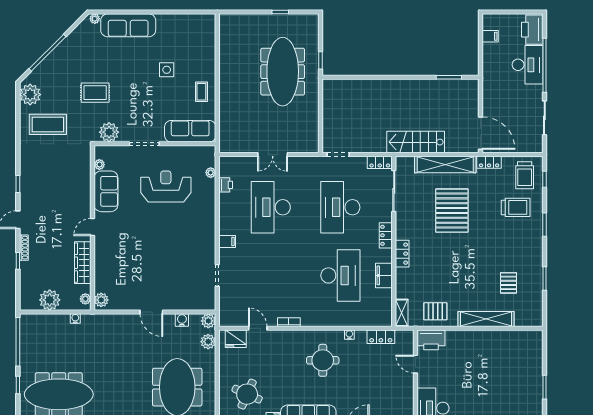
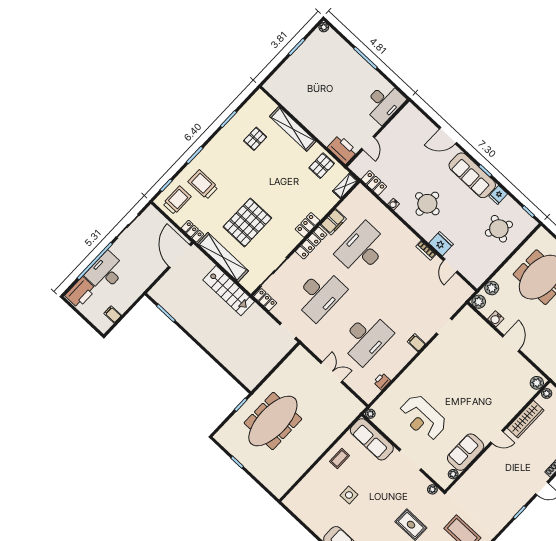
plant: (109, 132) -> (432, 489), width x0.53, depth x0.53
plant: (211, 173) -> (370, 414), moved
locker: (386, 235) -> (311, 243), width x1.53
pallet: (435, 311) -> (322, 166), turned 90
fridge: (236, 339) -> (441, 244), moved

